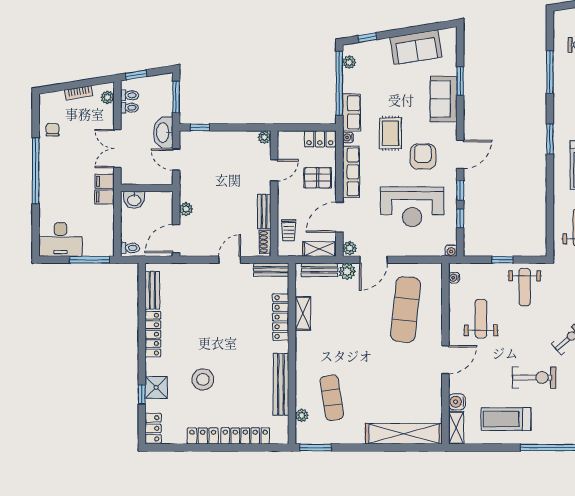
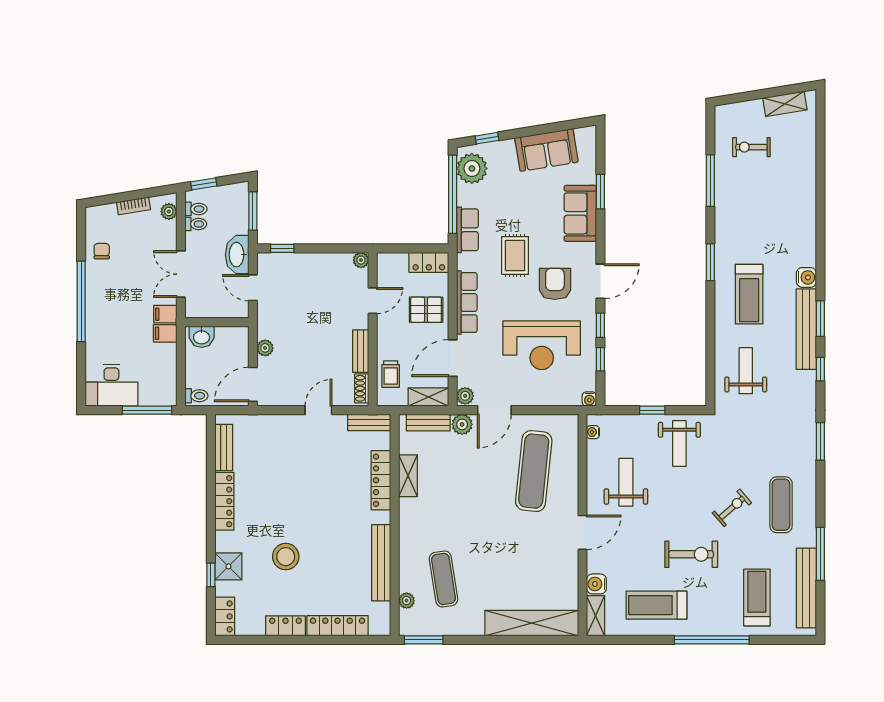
plant: (349, 62) -> (472, 168), width x1.88, depth x1.88
water cooler: (348, 138) -> (463, 261), removed

